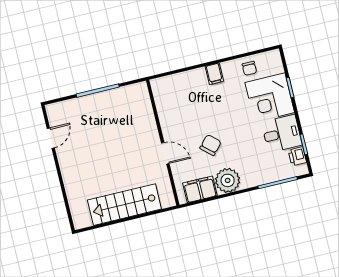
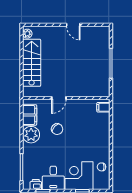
filing cabinet: (214, 74) -> (103, 107), moved
door: (51, 138) -> (73, 25), moved
plant: (84, 221) -> (27, 34), added

